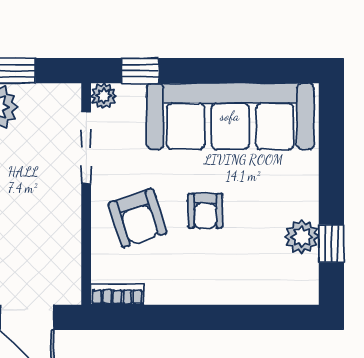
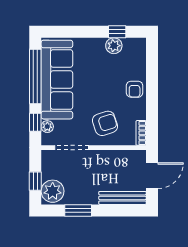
window: (236, 71) -> (35, 77), added
plant: (104, 96) -> (47, 127), moved
armchair: (205, 211) -> (135, 89), moved, turned 90

